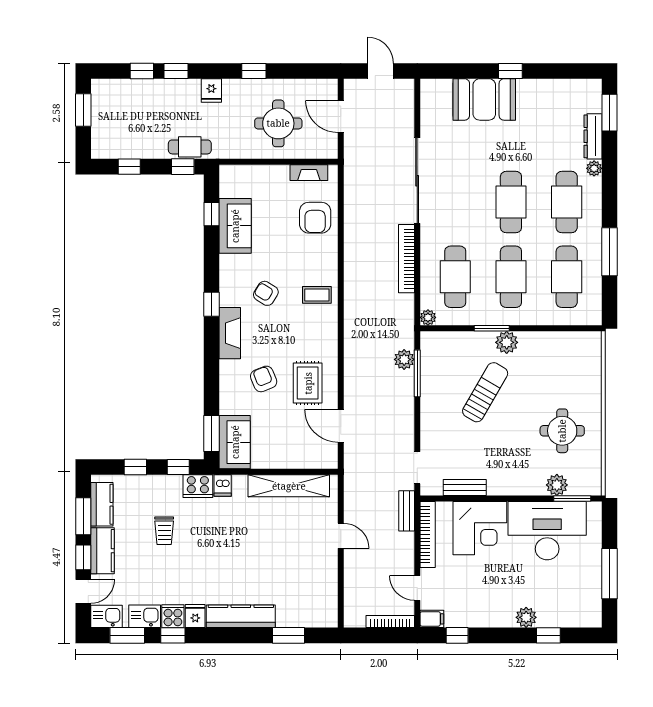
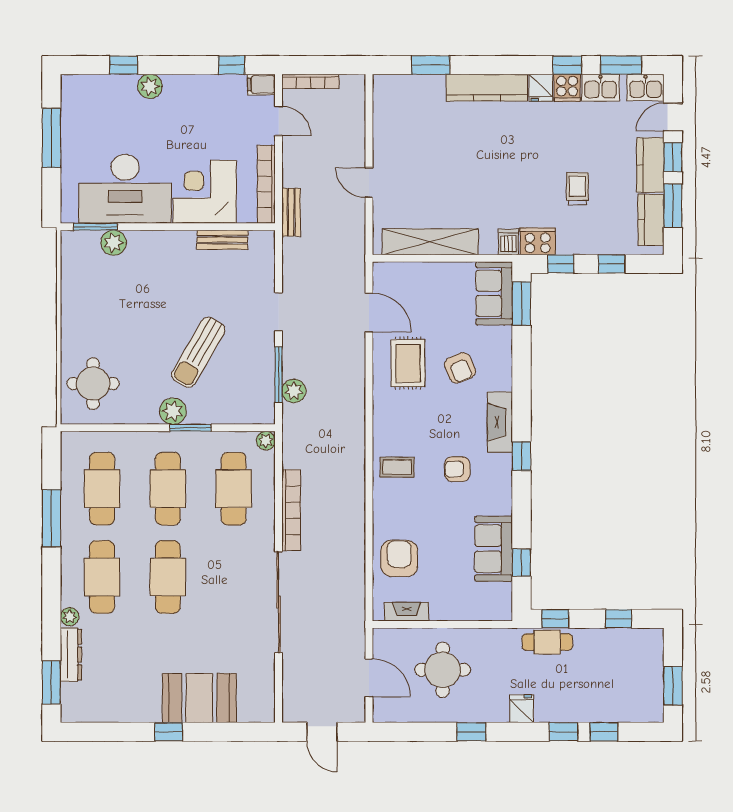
armchair: (266, 293) -> (457, 469), turned 148
round table: (562, 431) -> (93, 384), moved
doorway: (417, 468) -> (279, 312), moved

